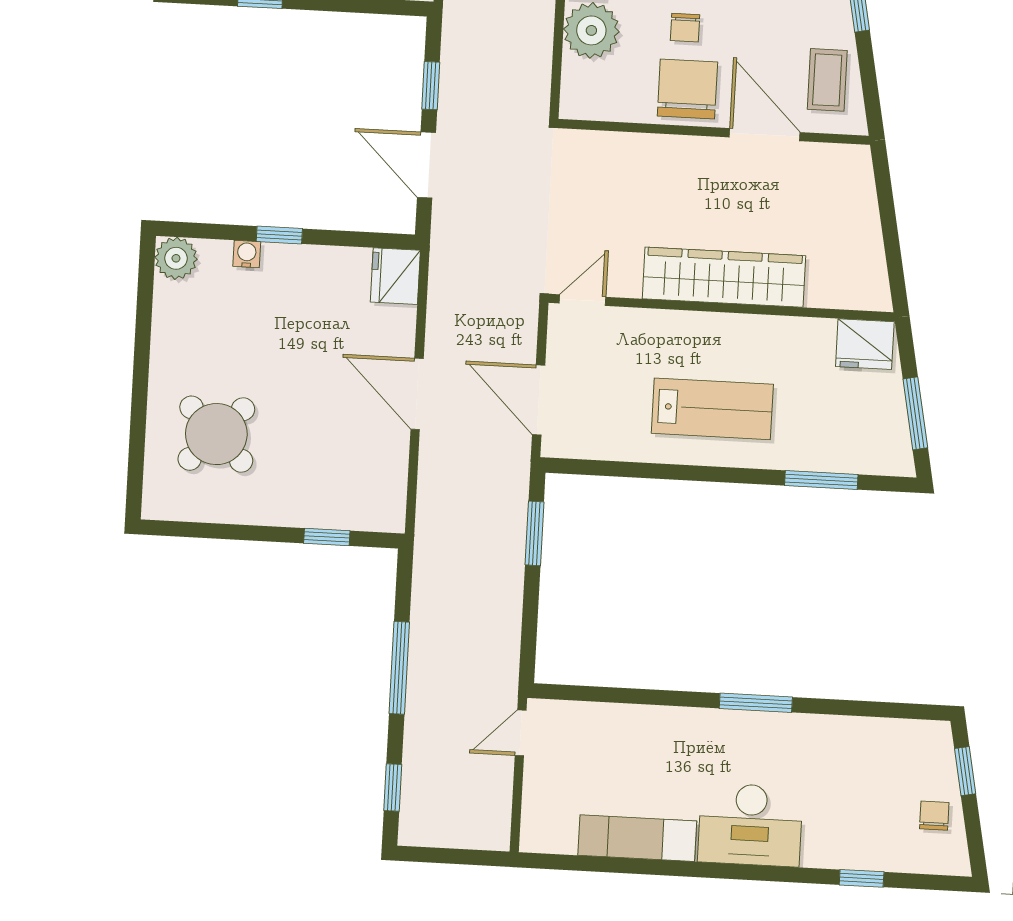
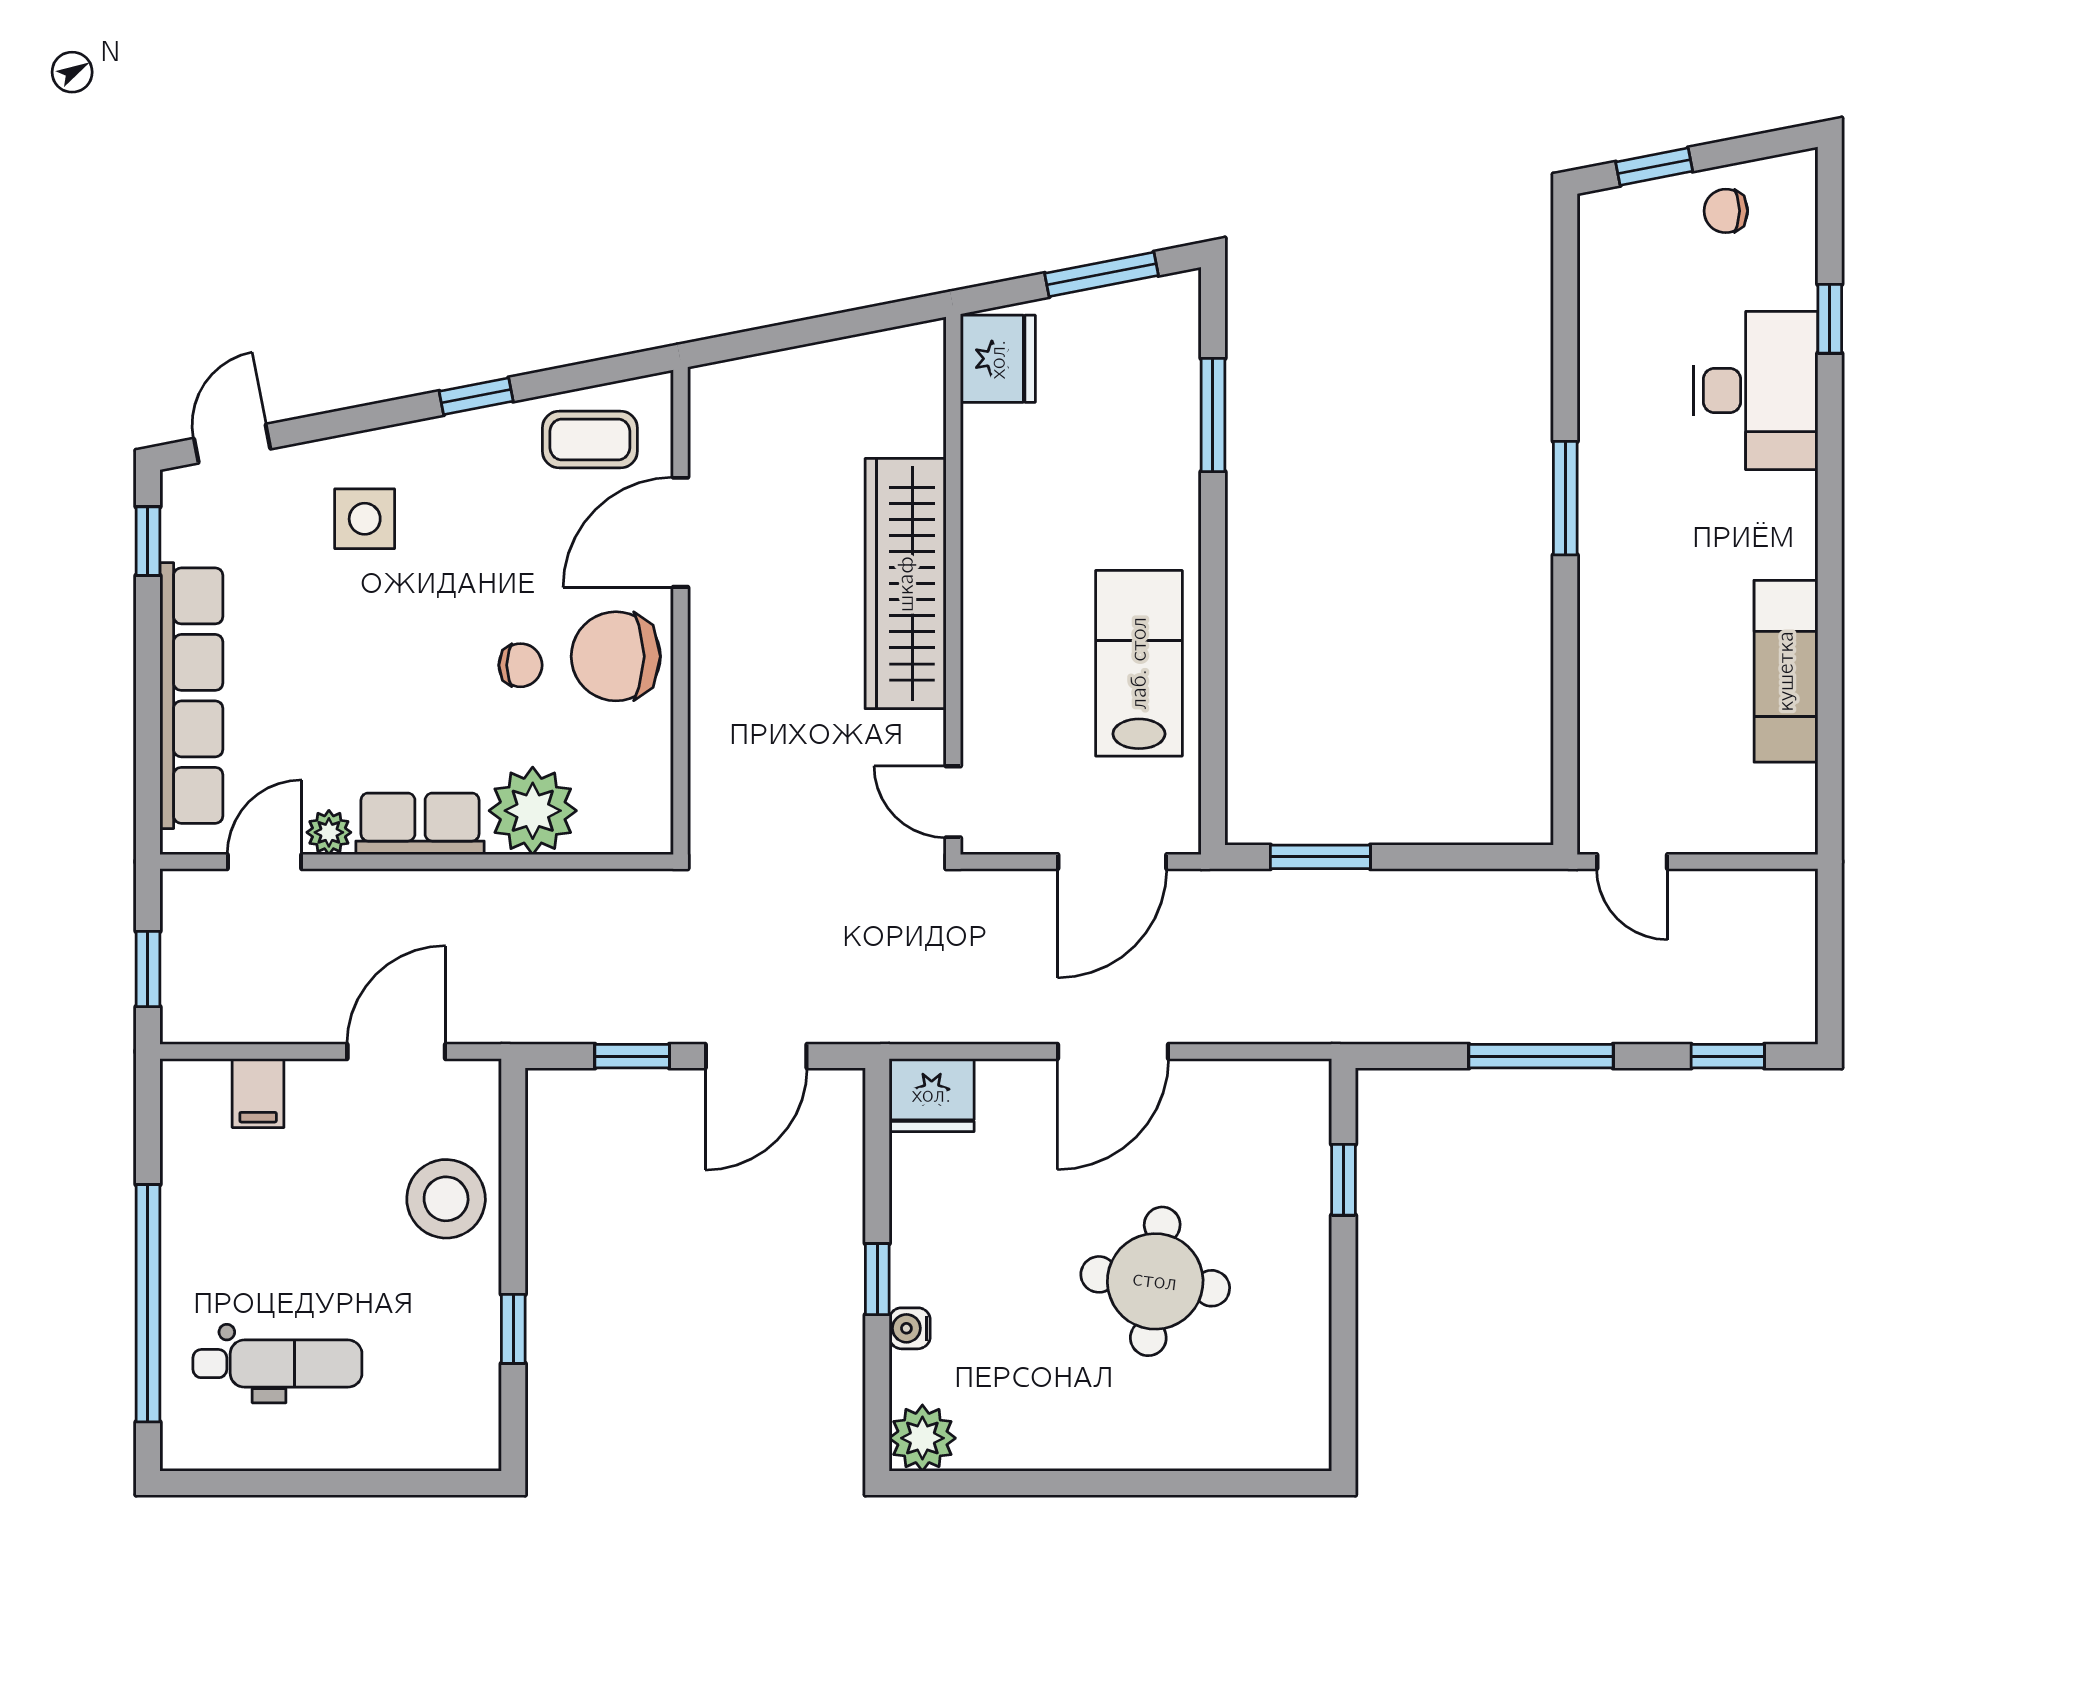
lab bench: (712, 409) -> (1139, 663), moved
round table: (216, 434) -> (1155, 1281), moved, turned -37
desk: (750, 825) -> (1756, 391), moved

